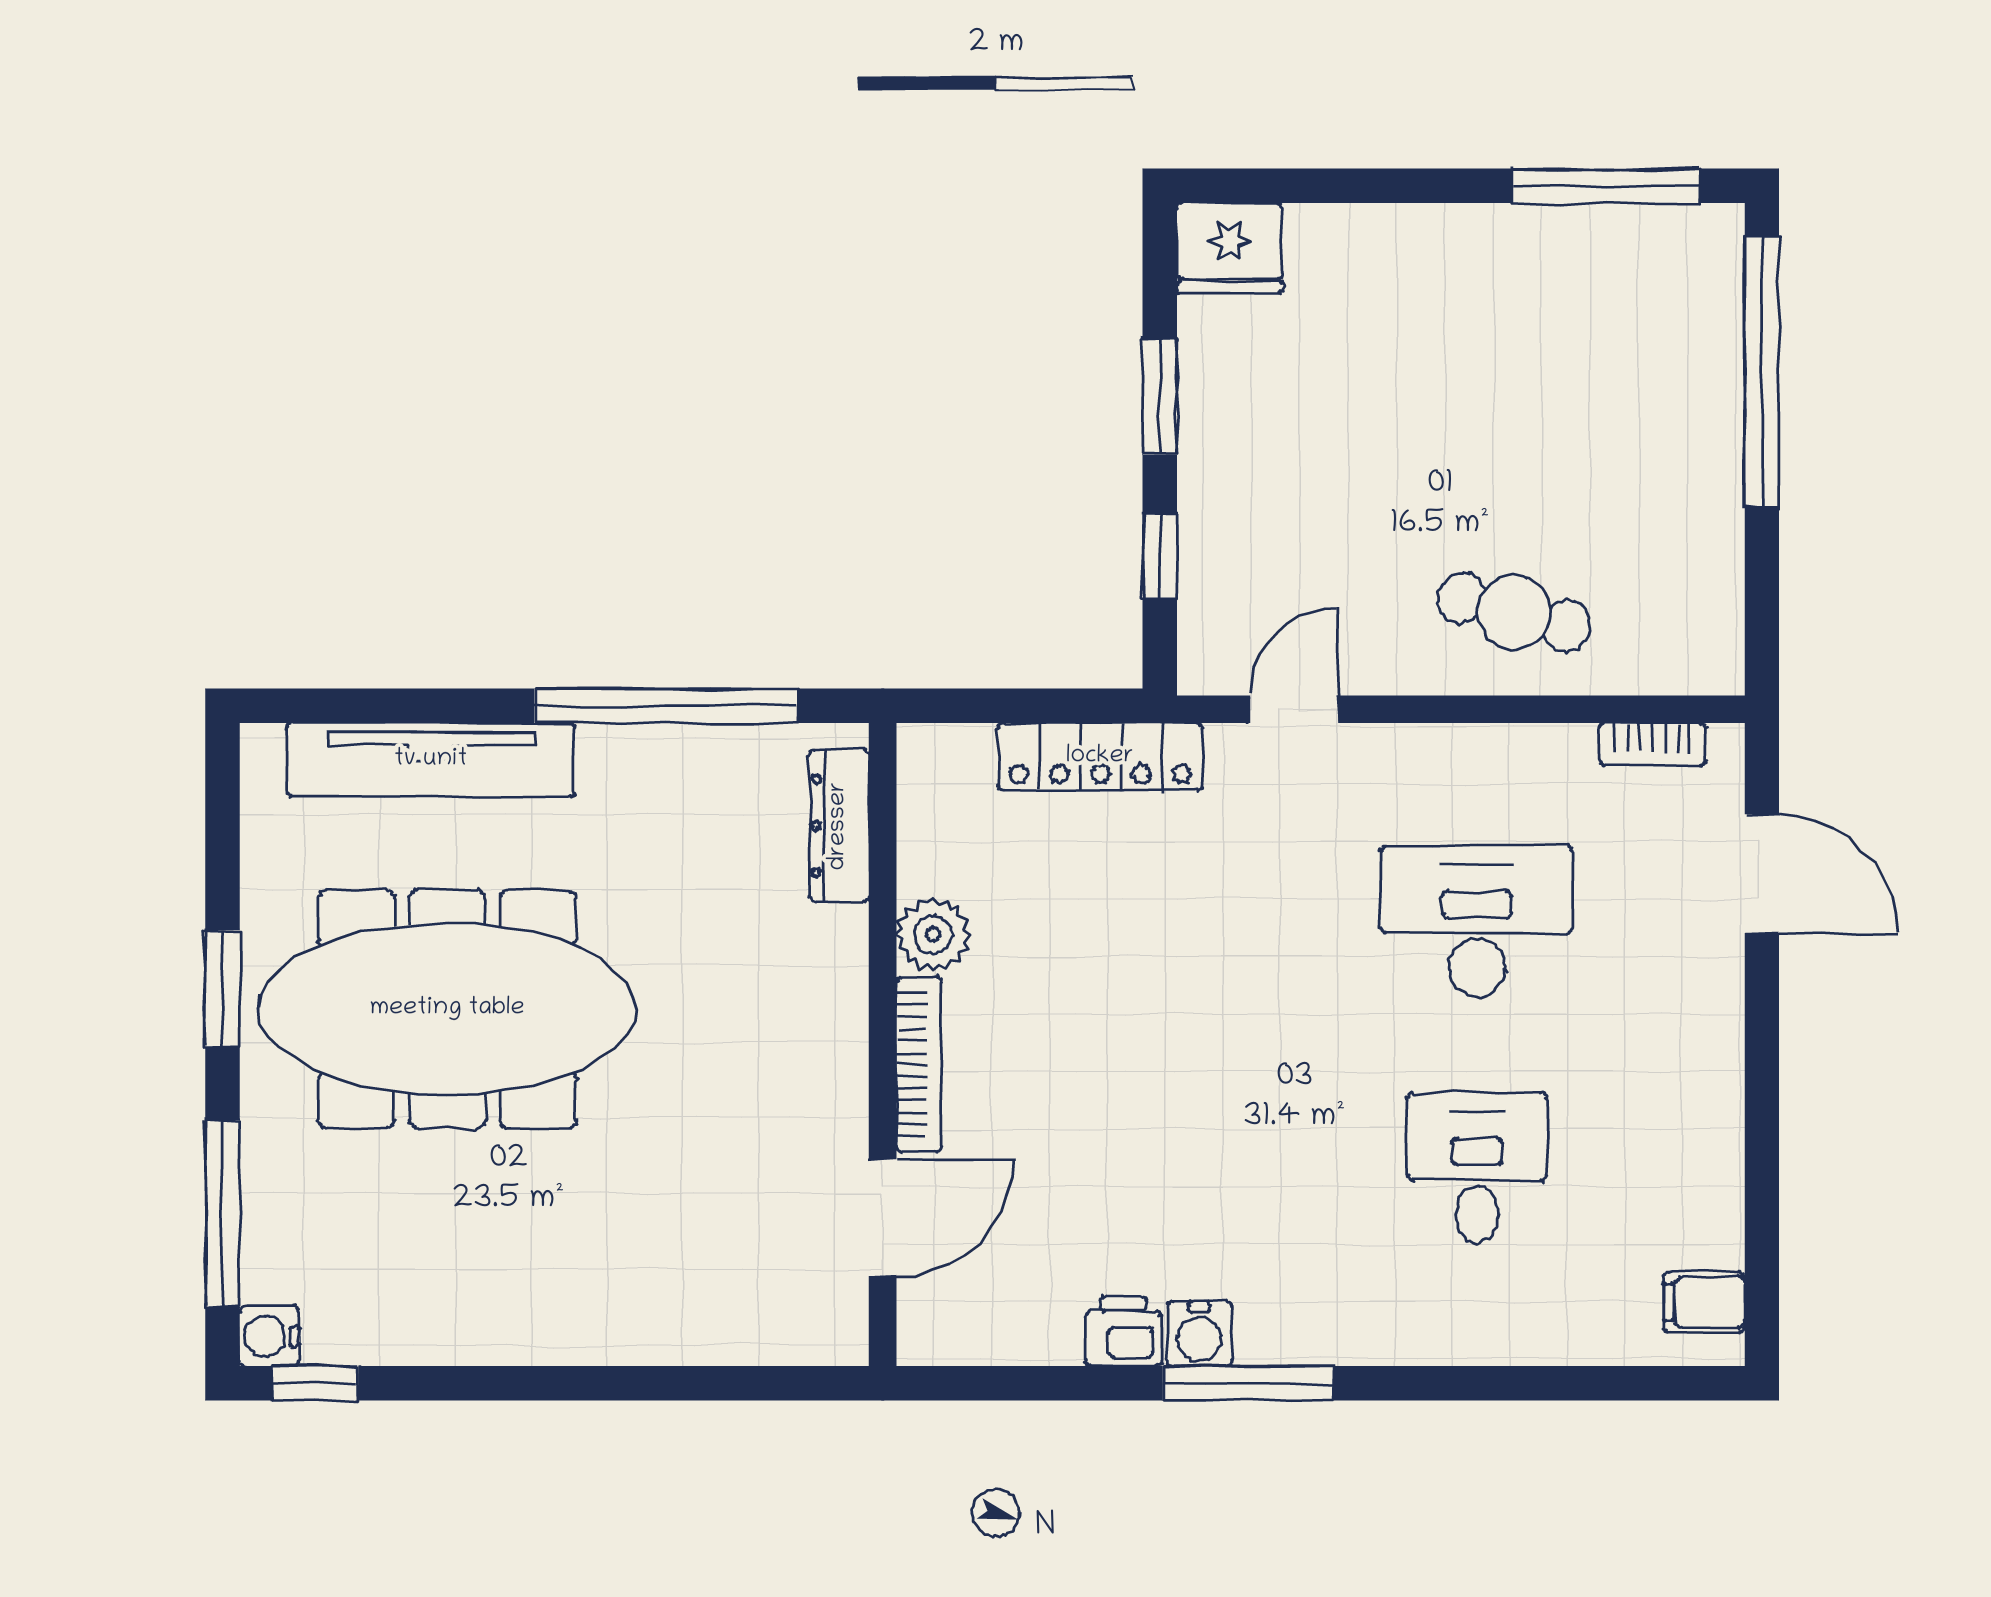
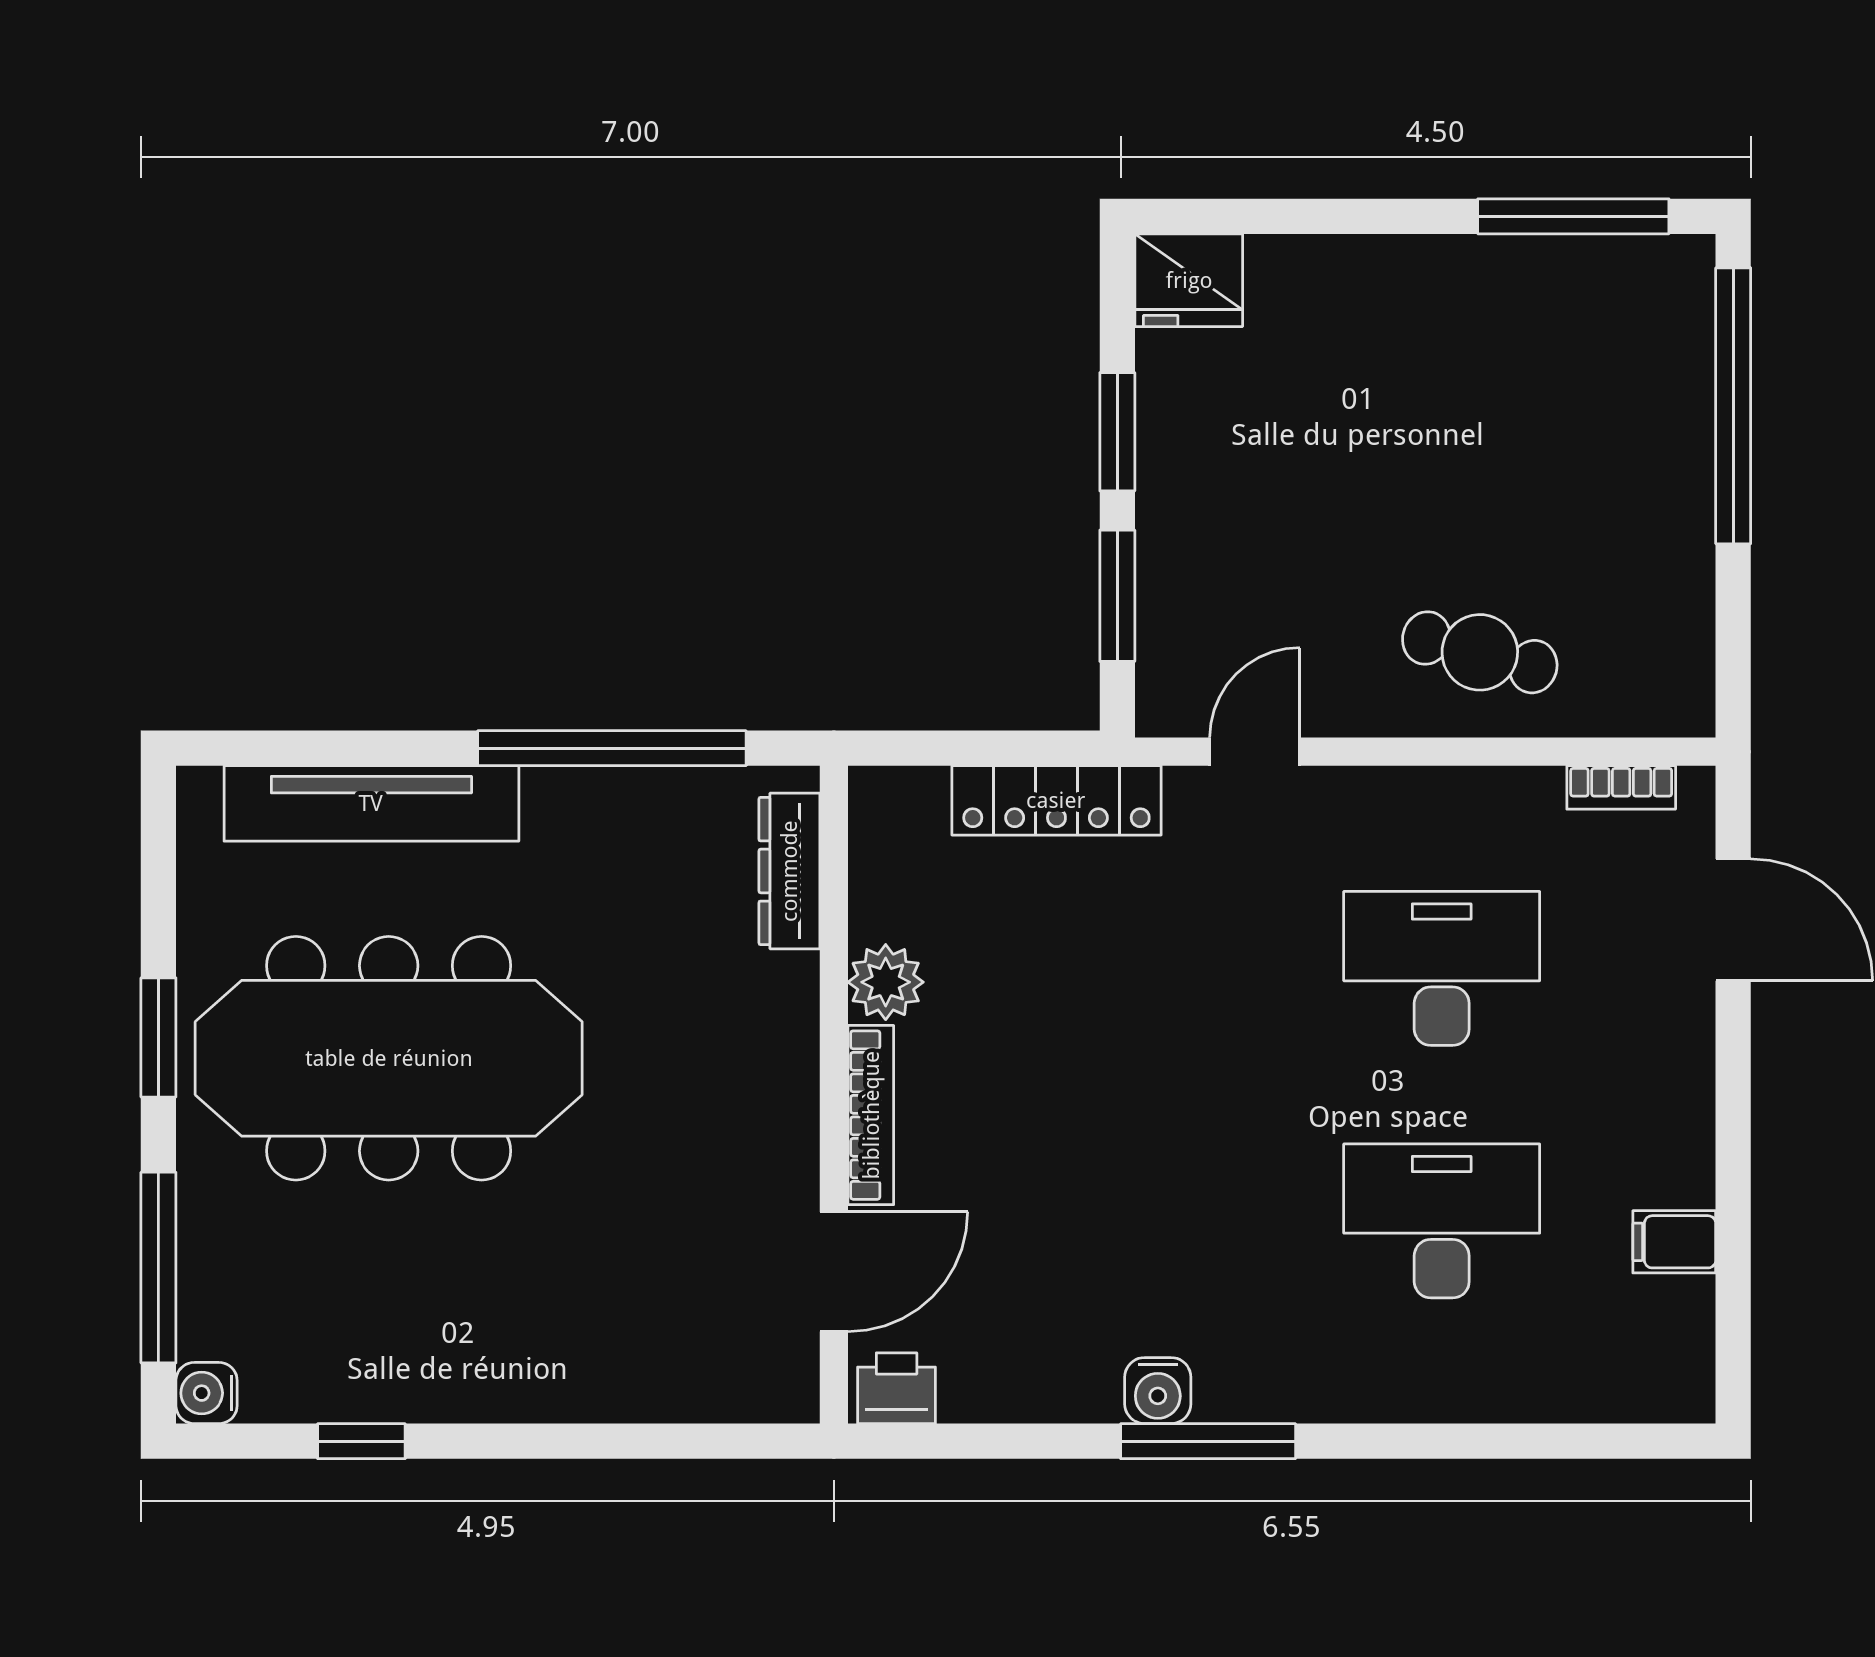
window: (1160, 557) -> (1117, 596), width x1.50
desk: (1477, 1168) -> (1442, 1221), width x1.37
filing cabinet: (1704, 1302) -> (1674, 1242), moved
printer: (1123, 1332) -> (897, 1388), moved
window: (315, 1383) -> (361, 1441), moved

